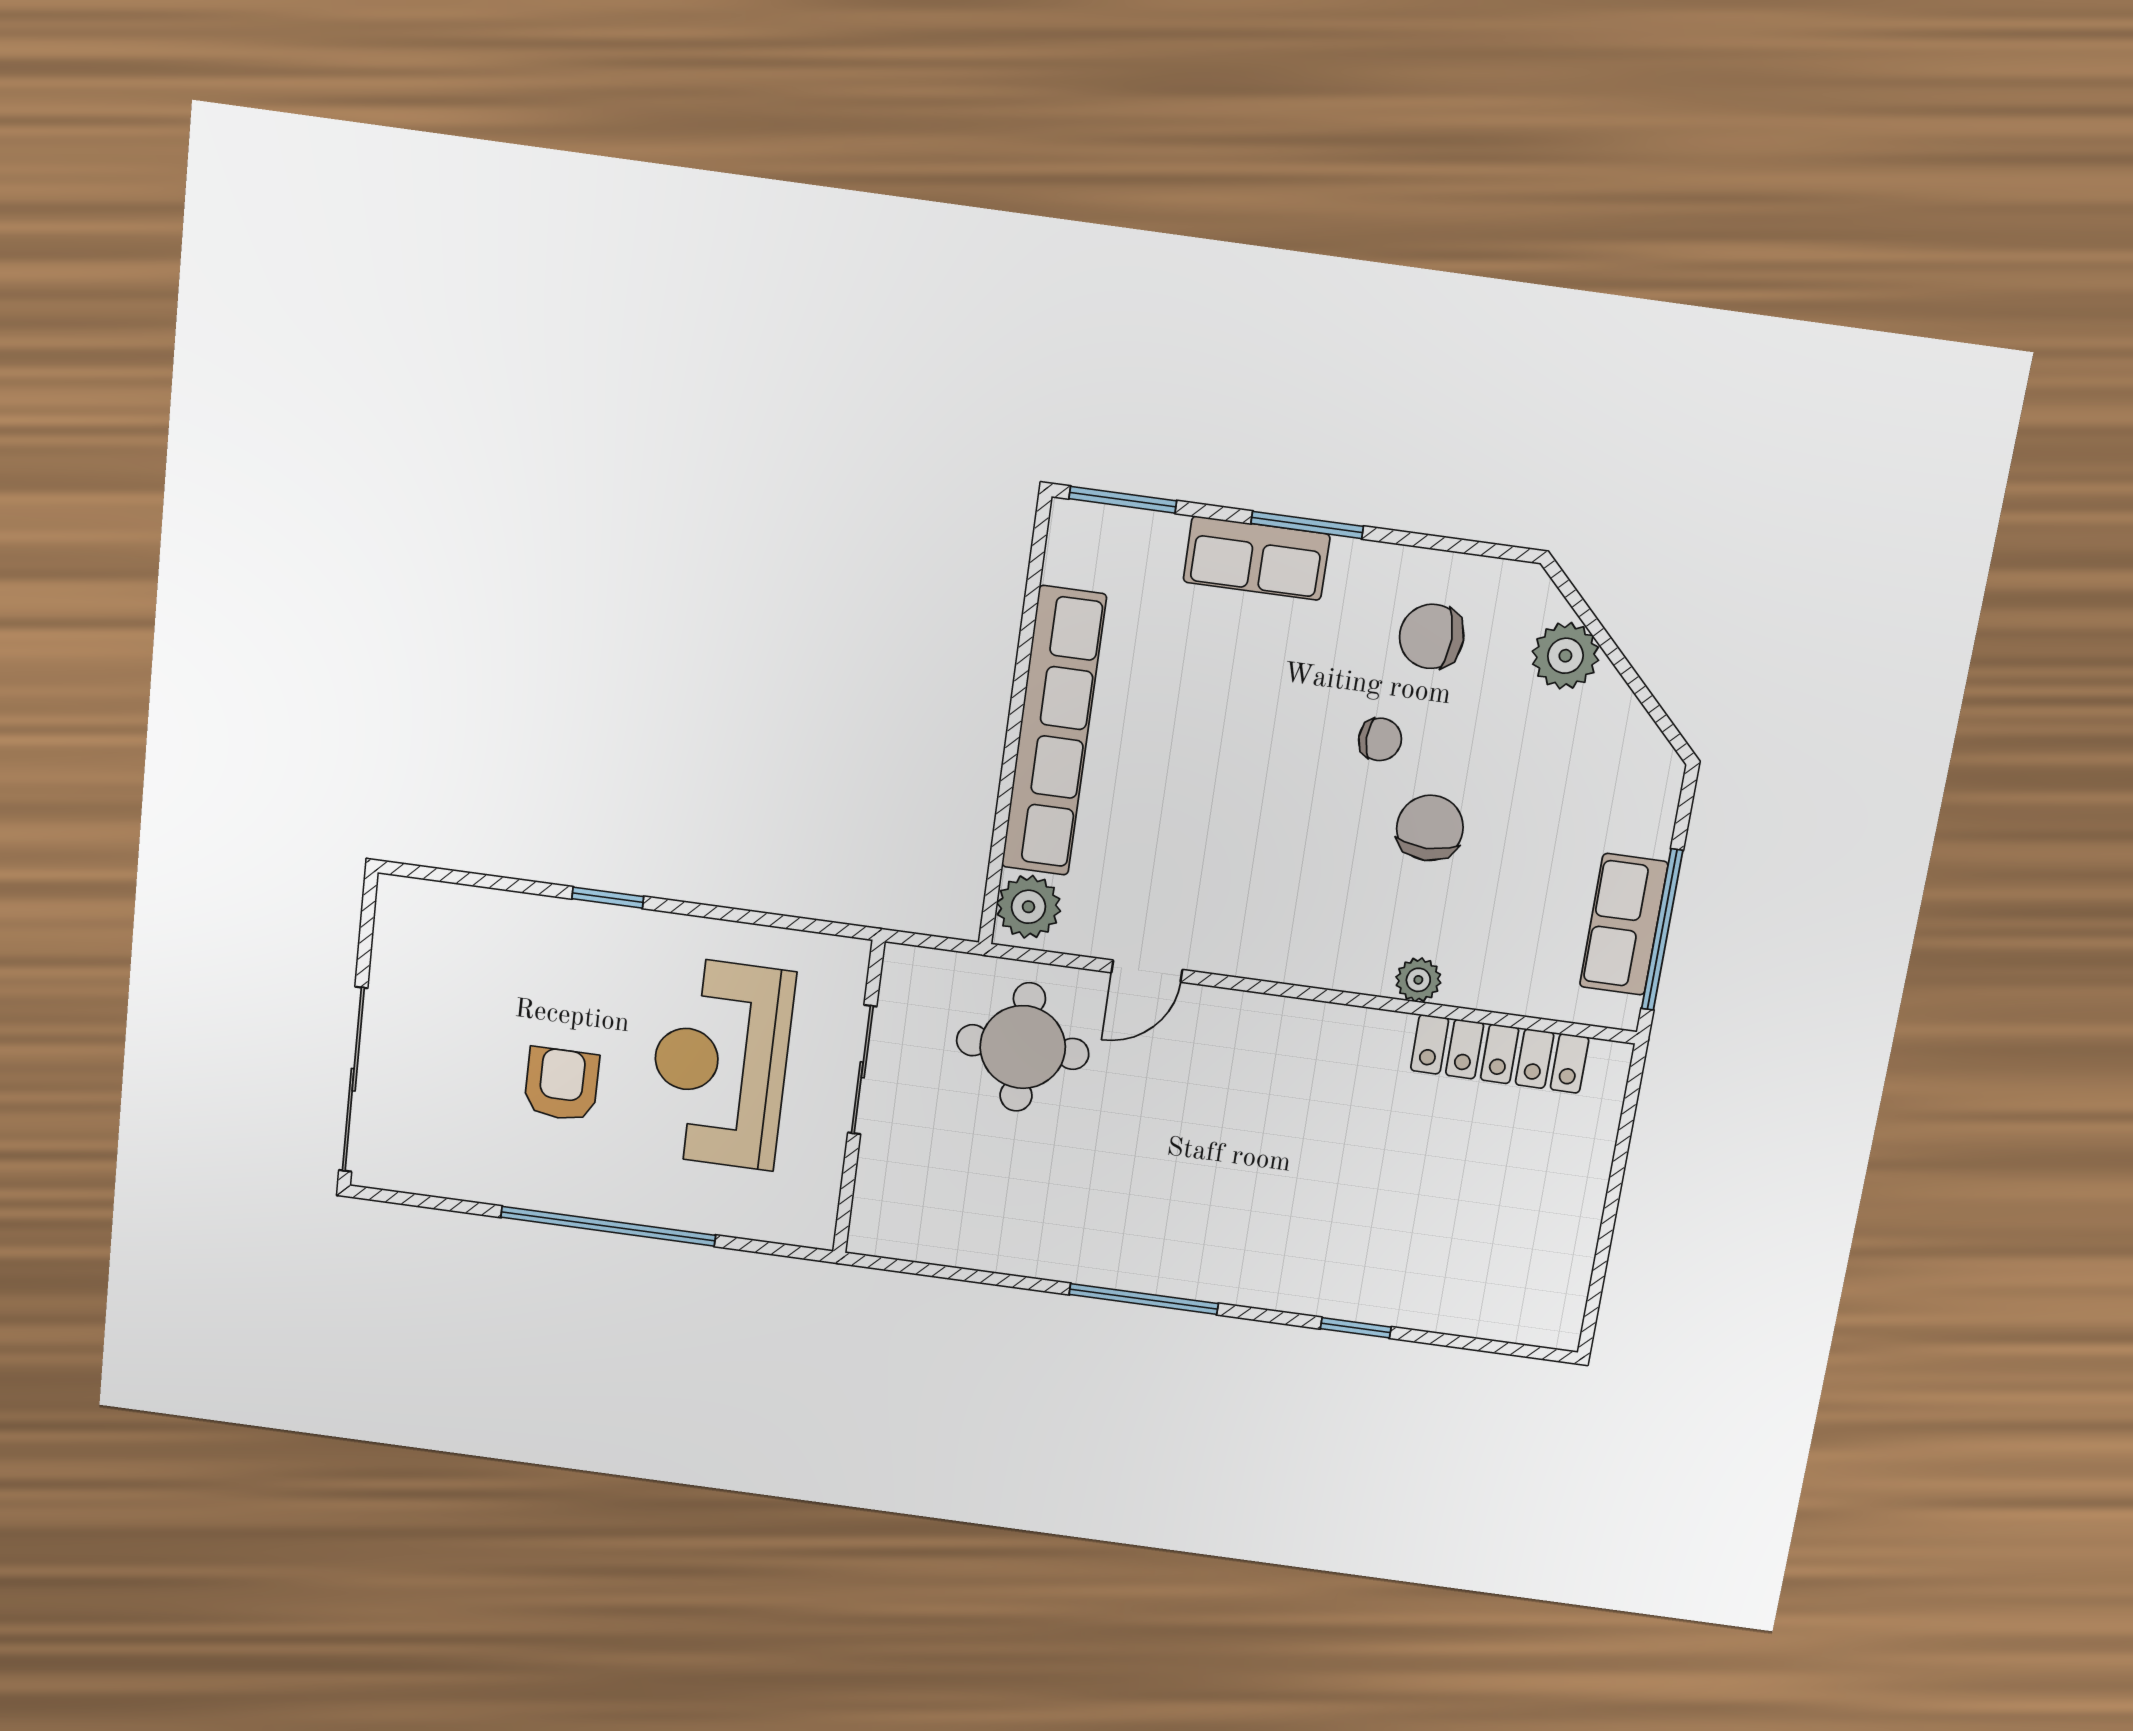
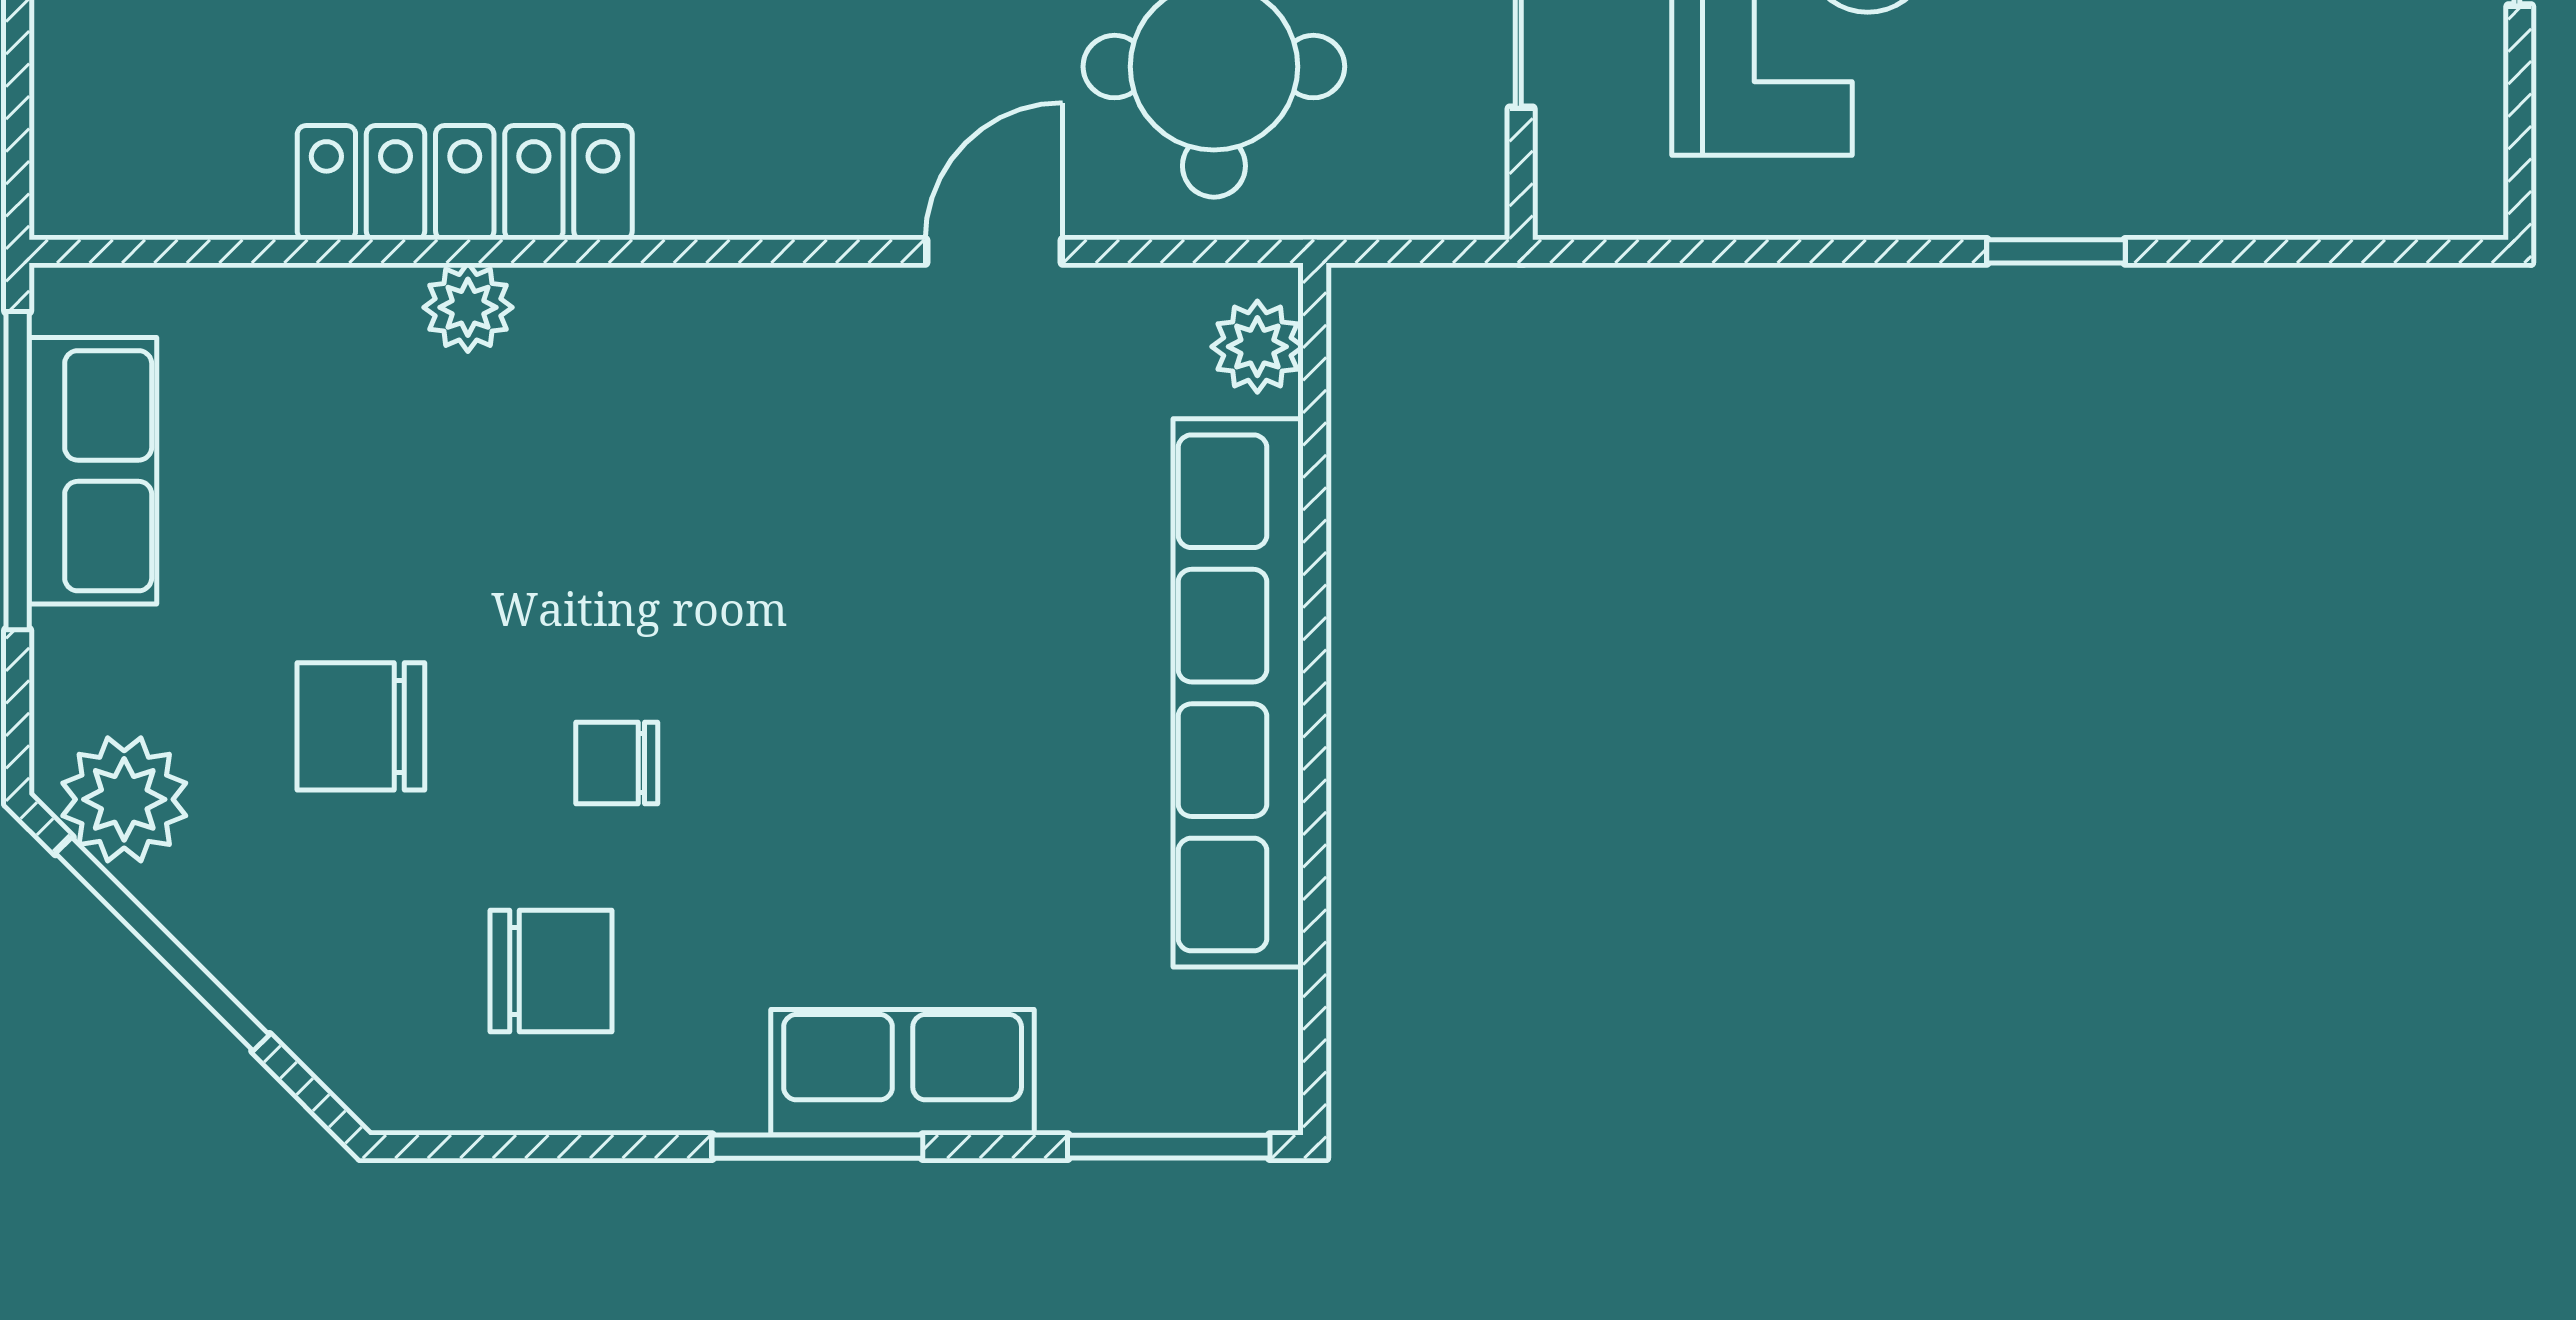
plant: (1565, 656) -> (124, 799), moved
window: (1632, 678) -> (162, 944), added
chair: (1430, 828) -> (361, 726), moved, turned 90
plant: (1028, 907) -> (1257, 347), width x0.73, depth x0.73
locker: (1500, 1054) -> (465, 183), moved

